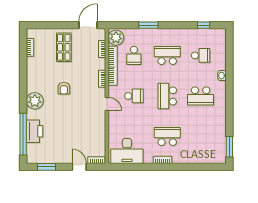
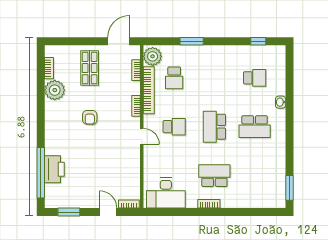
school desk: (167, 55) -> (214, 78), removed
plant: (35, 101) -> (55, 90), moved

